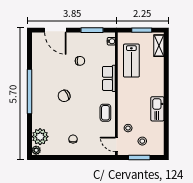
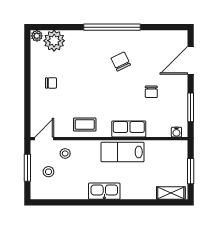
lab bench: (131, 61) -> (123, 152), moved
chair: (64, 96) -> (121, 62), moved
kitchen sink: (157, 109) -> (104, 191), moved

